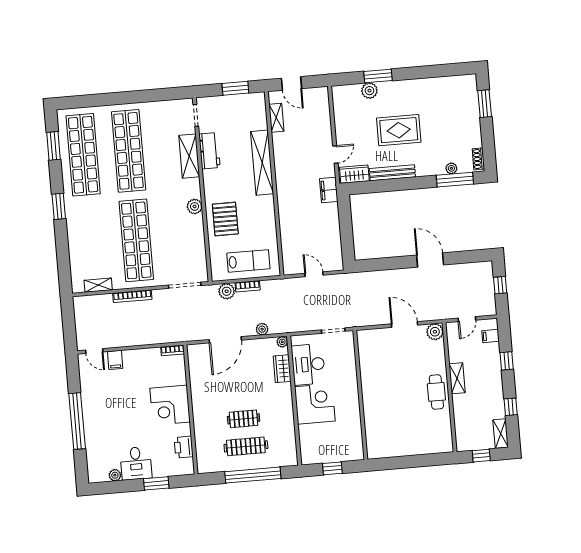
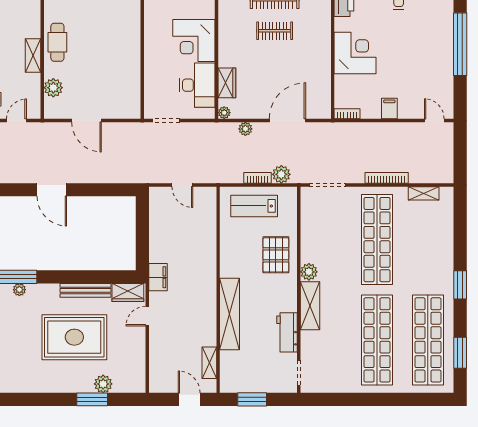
rug: (399, 130) -> (74, 337), width x1.37, depth x1.44
shelving: (189, 156) -> (310, 306), moved
plant: (435, 332) -> (53, 88), moved
filing cabinet: (115, 360) -> (389, 109), moved

